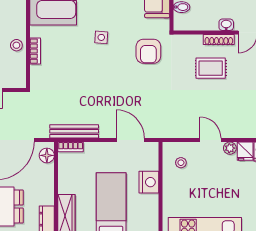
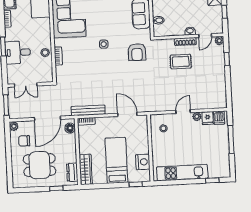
door: (210, 140) -> (183, 112), hinge flipped
nightstand: (149, 182) -> (143, 162), moved

